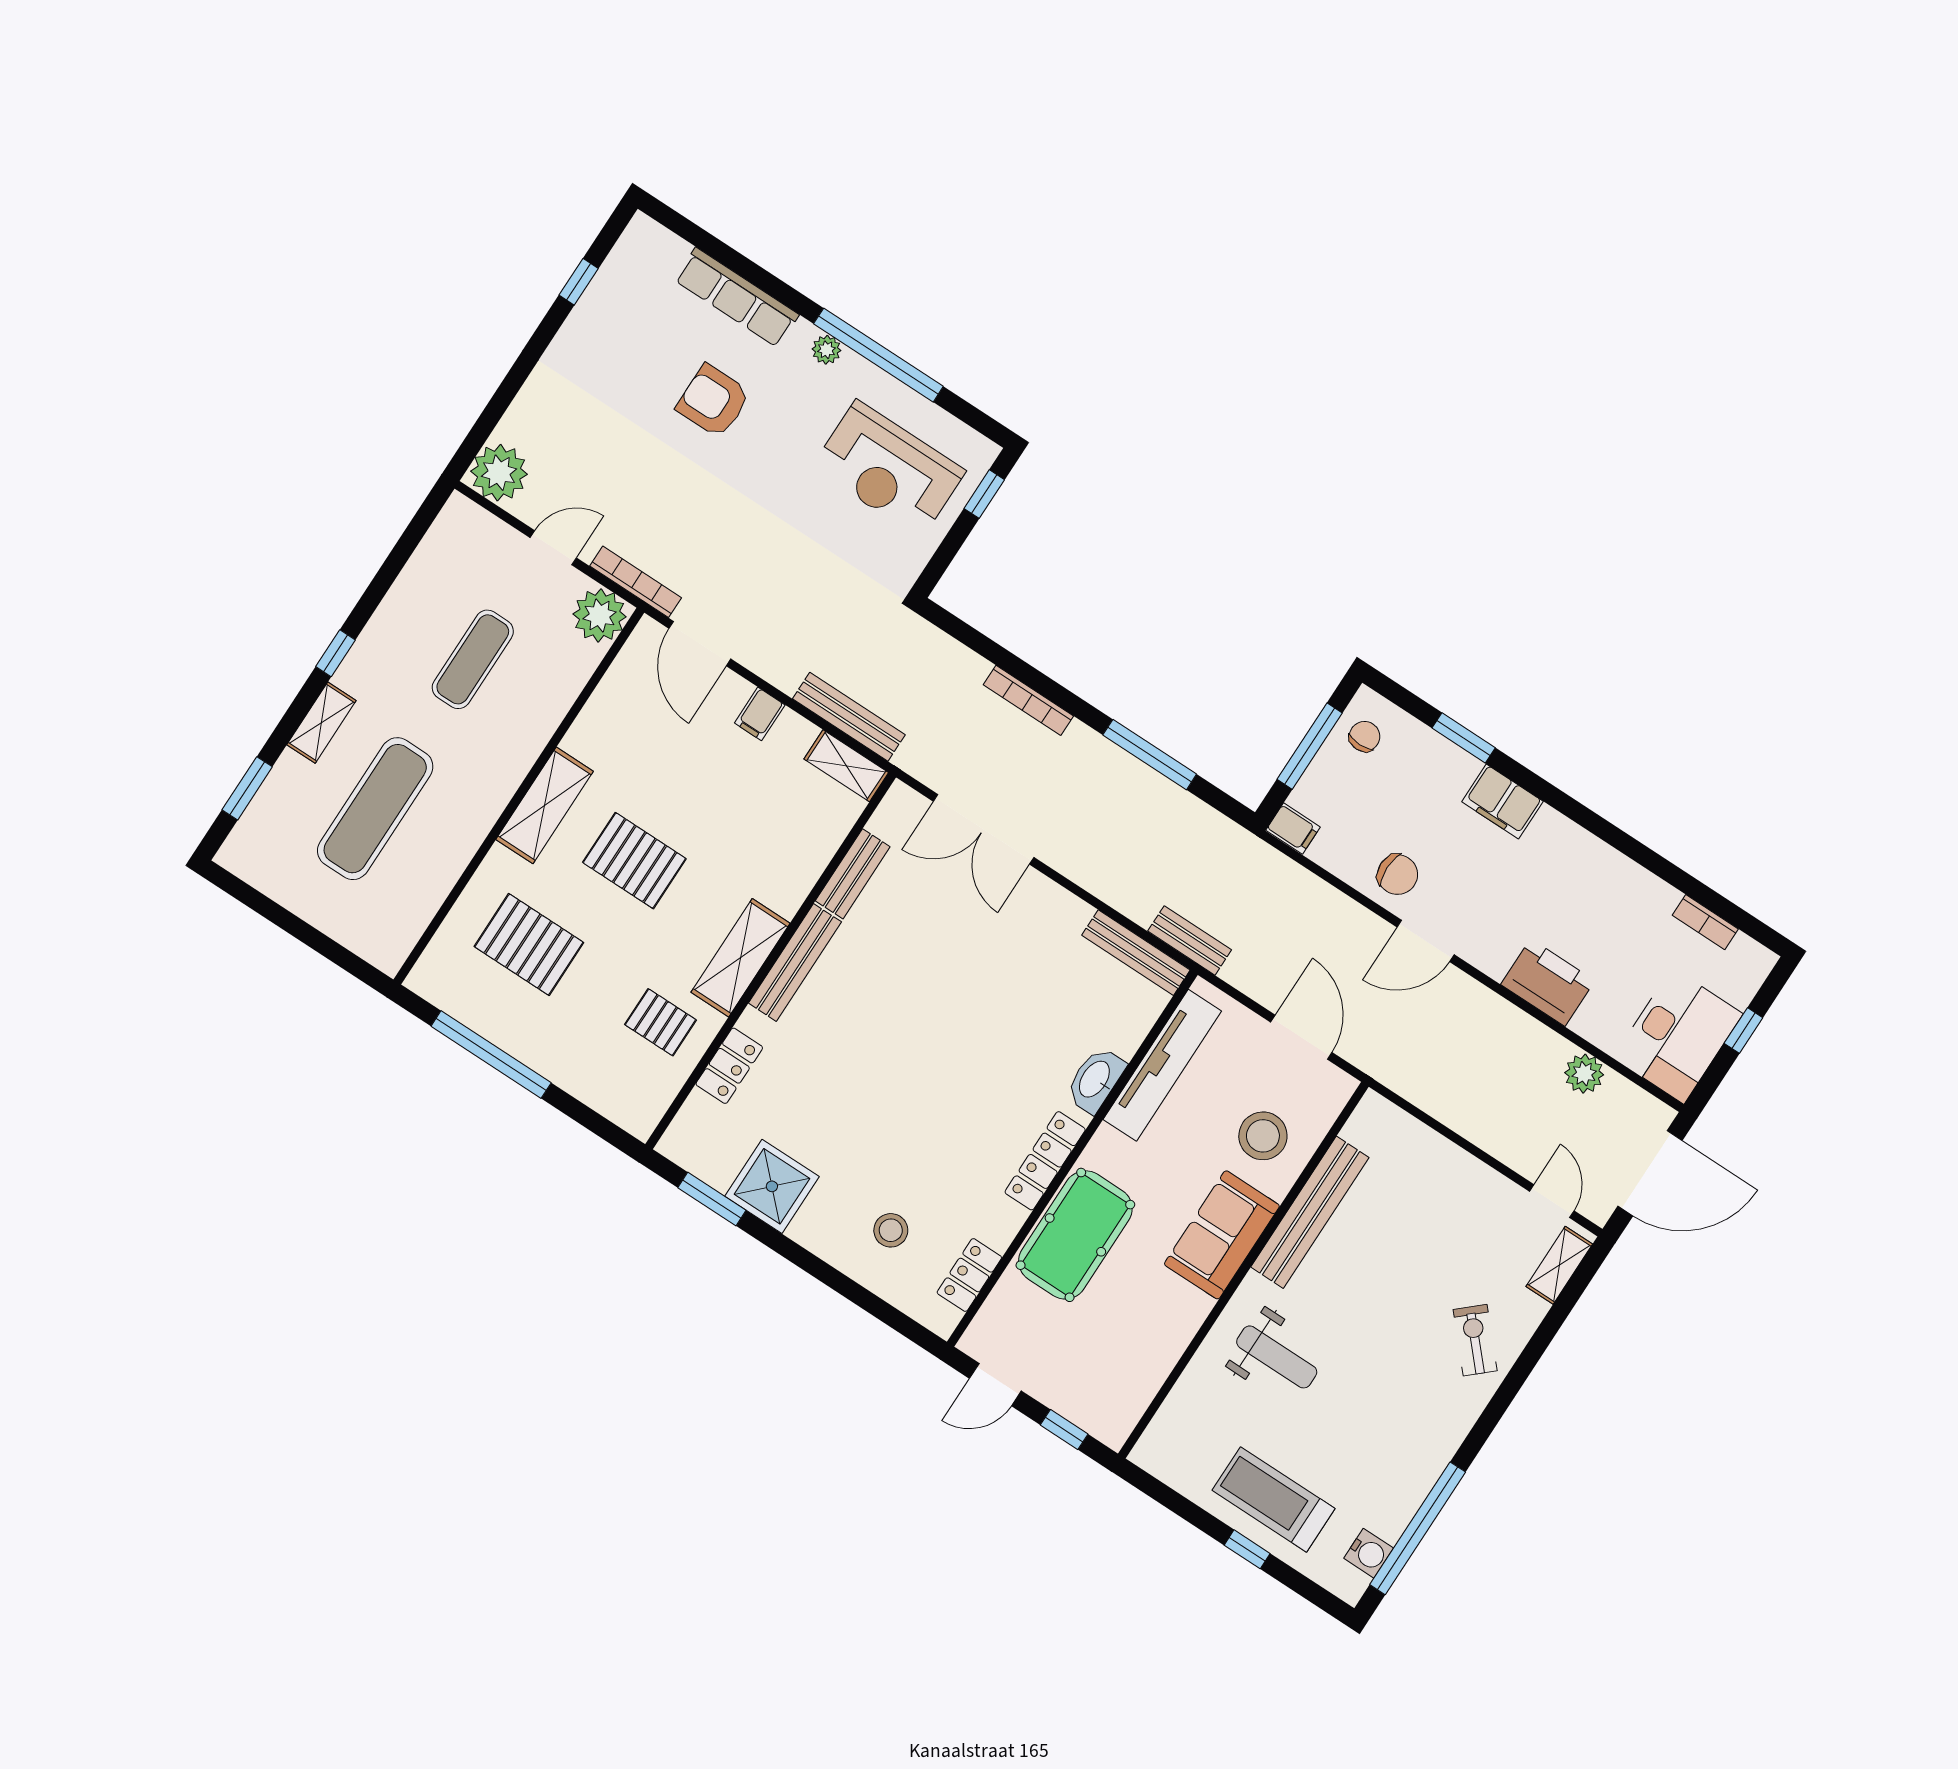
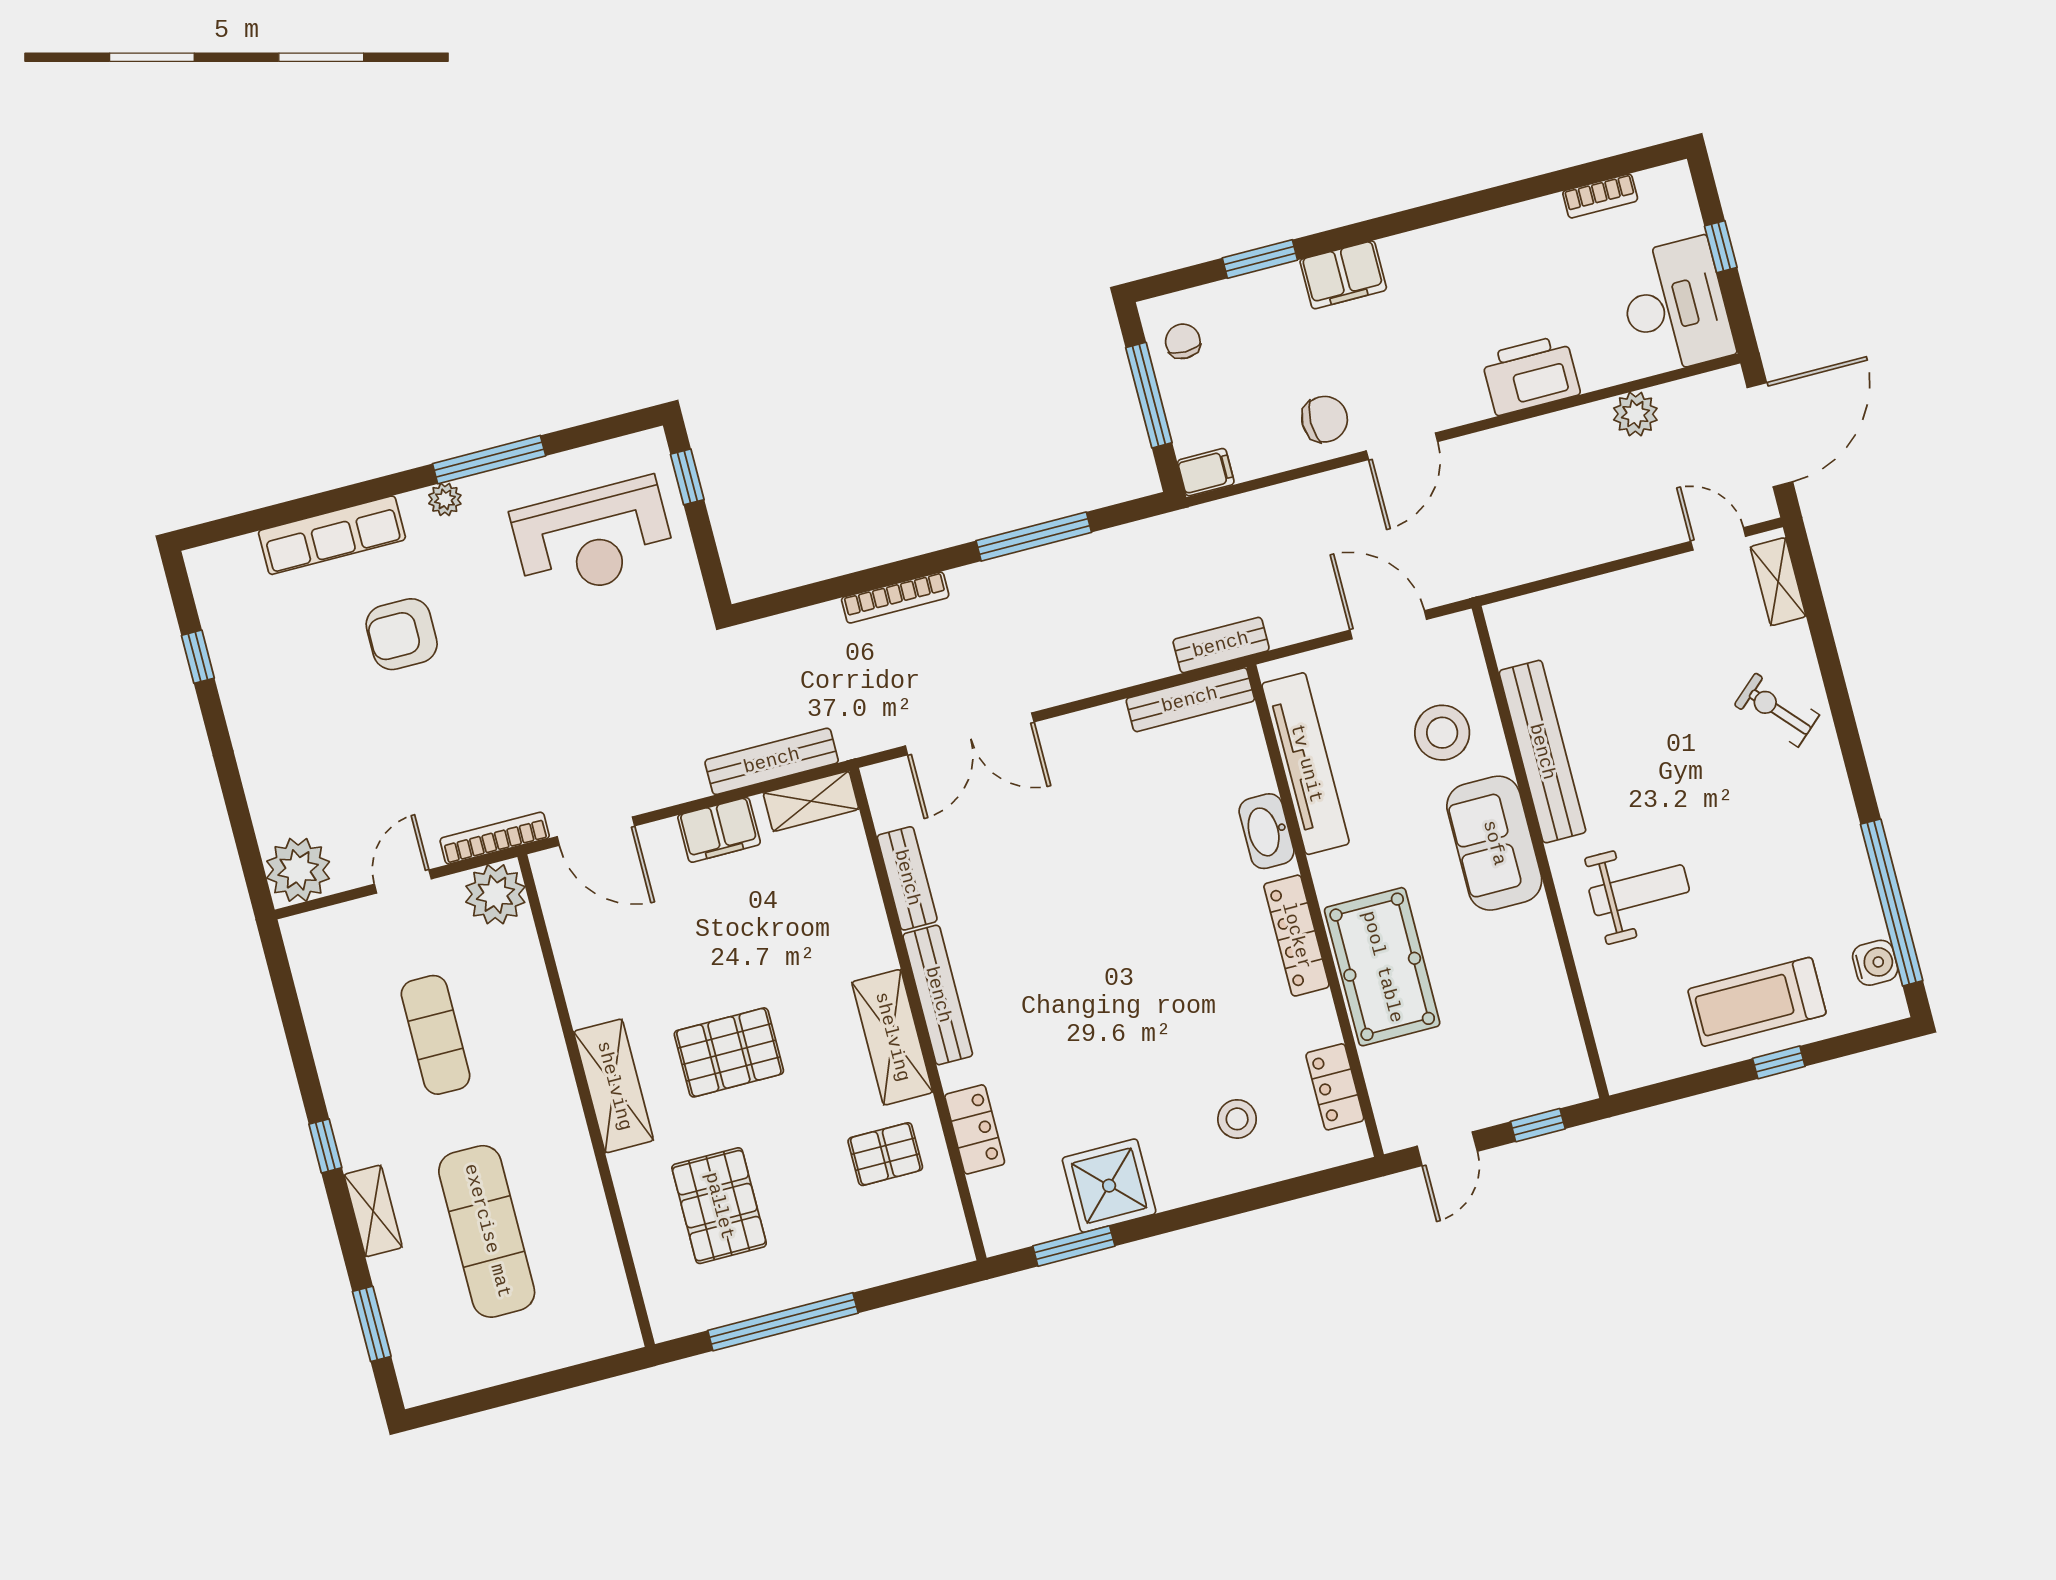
window: (878, 355) -> (489, 460), width x0.68
filing cabinet: (760, 714) -> (719, 830), width x2.00
pallet: (529, 945) -> (719, 1206), turned 90

